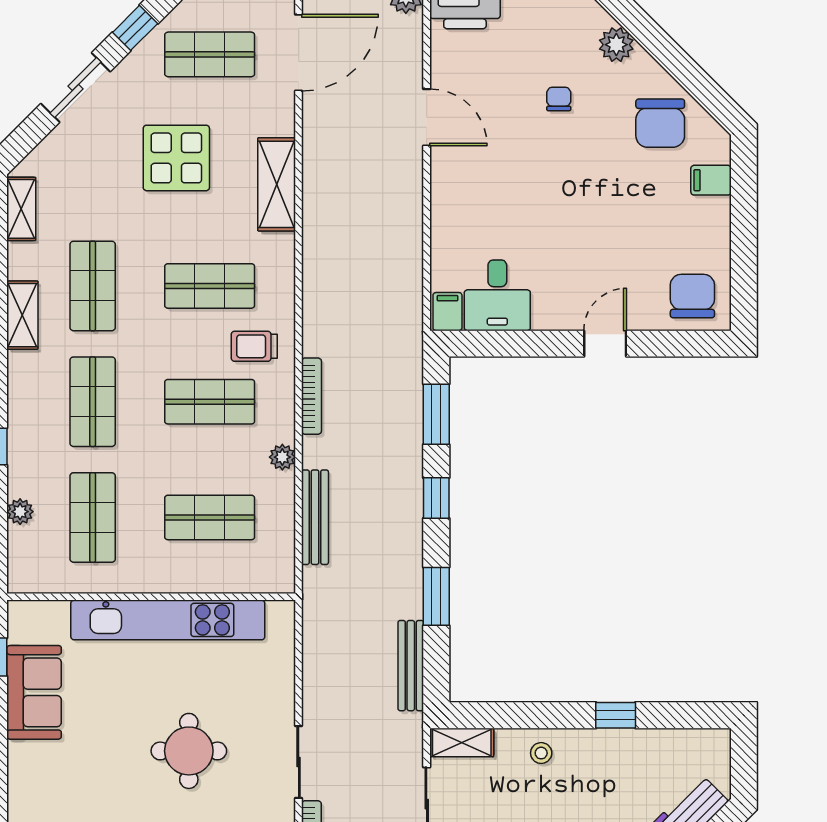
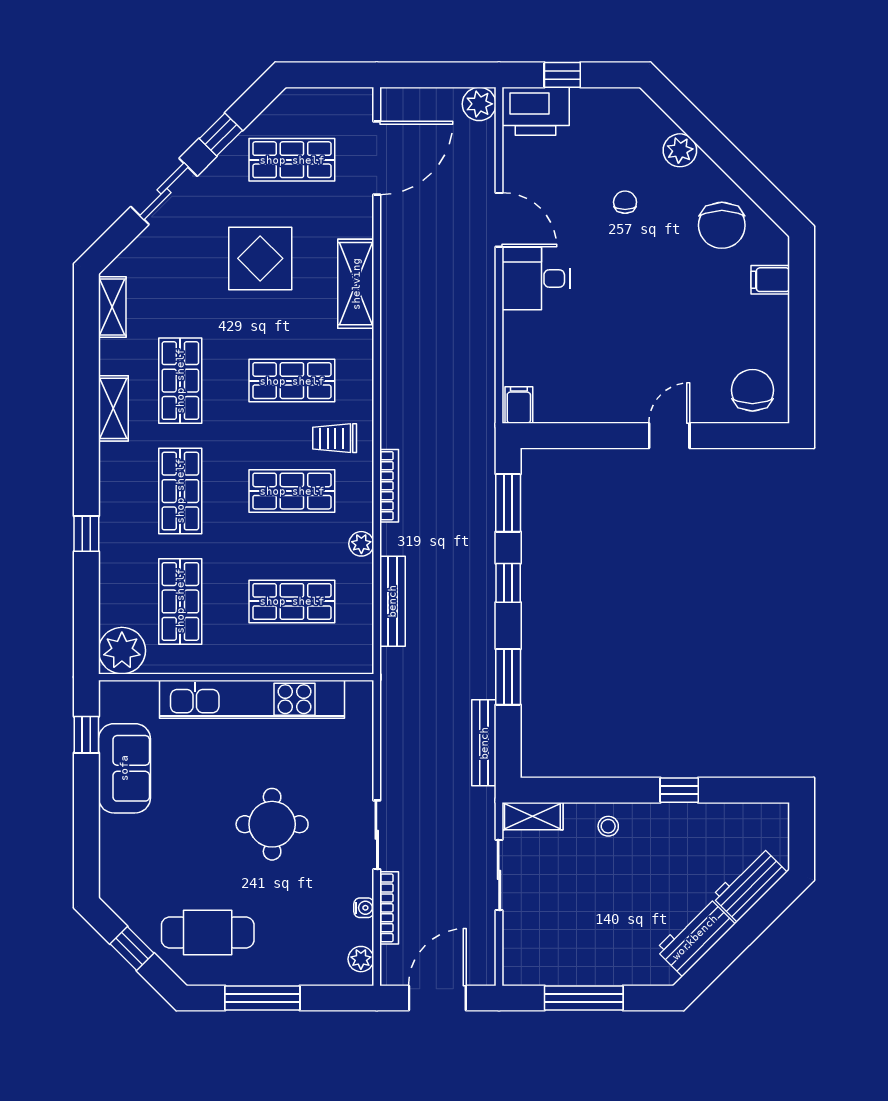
desk: (497, 295) -> (536, 278), moved, turned 90
plant: (20, 512) -> (122, 651), moved, width x1.87, depth x1.87

